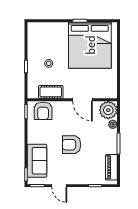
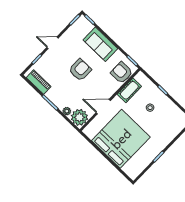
bed: (90, 45) -> (121, 139), moved, turned 90
sofa: (37, 161) -> (100, 44), moved
door: (59, 186) -> (53, 43), moved

